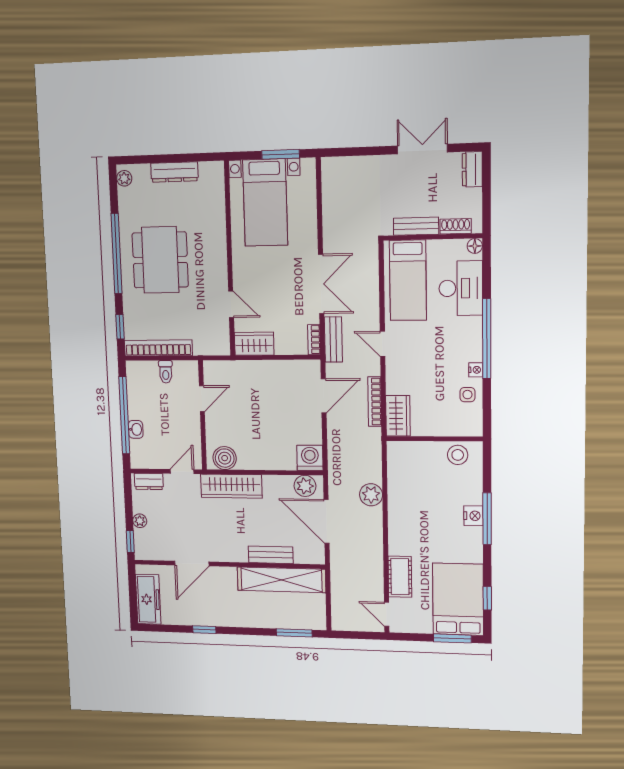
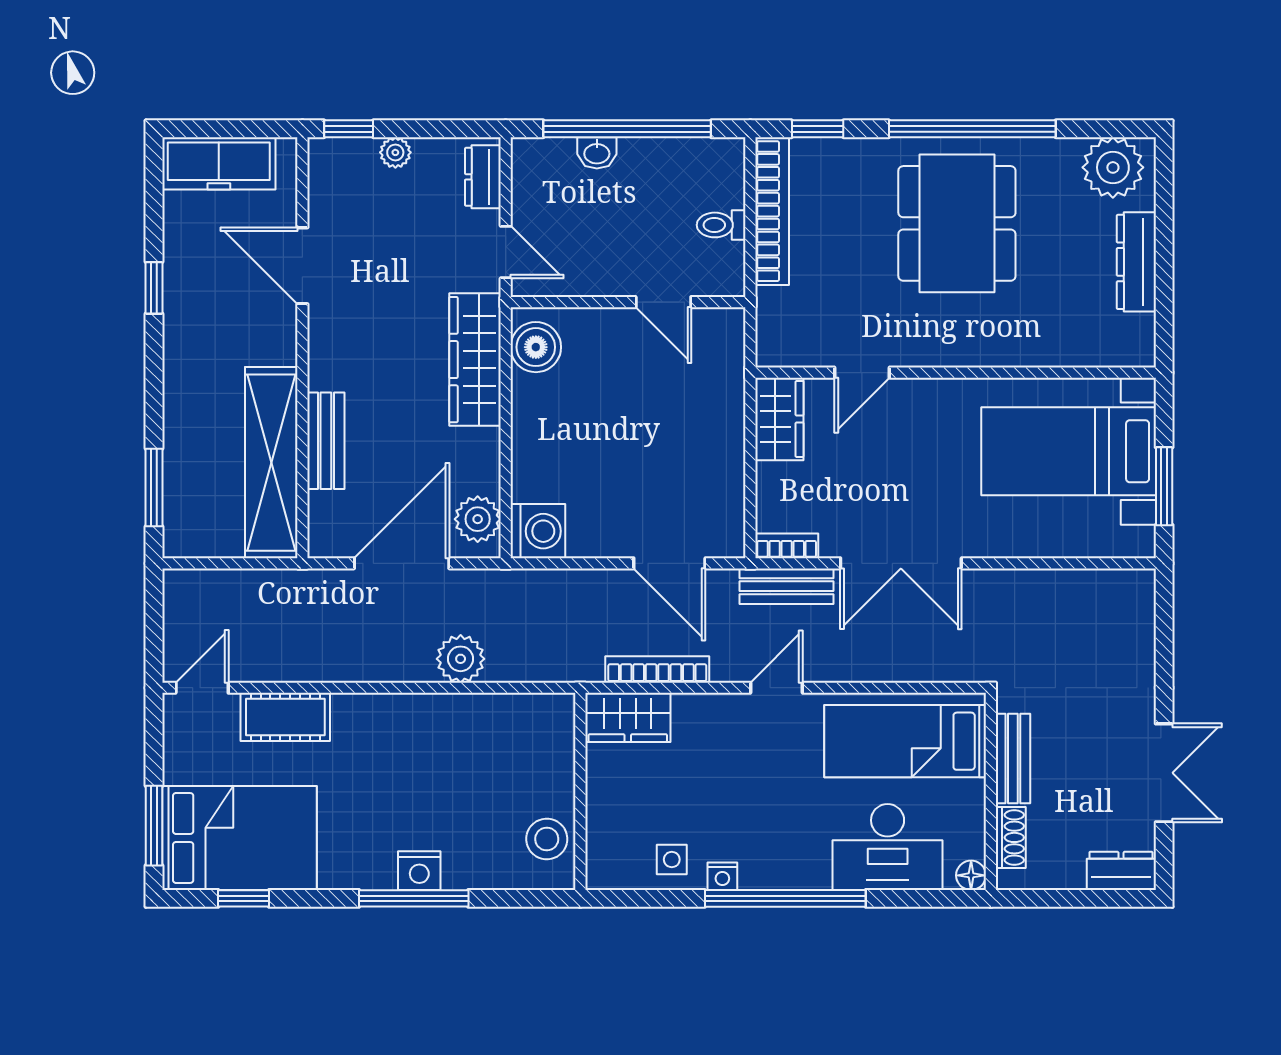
plant: (124, 178) -> (1113, 167), width x1.87, depth x1.87
dining table: (160, 260) -> (957, 223), turned 90

